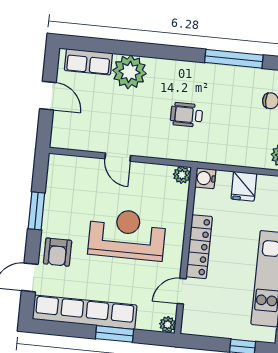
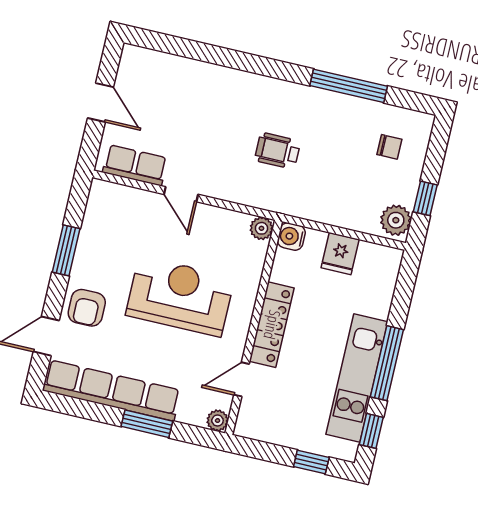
row of seats: (88, 62) -> (135, 165), moved, turned 180
plant: (129, 72) -> (211, 85), removed

